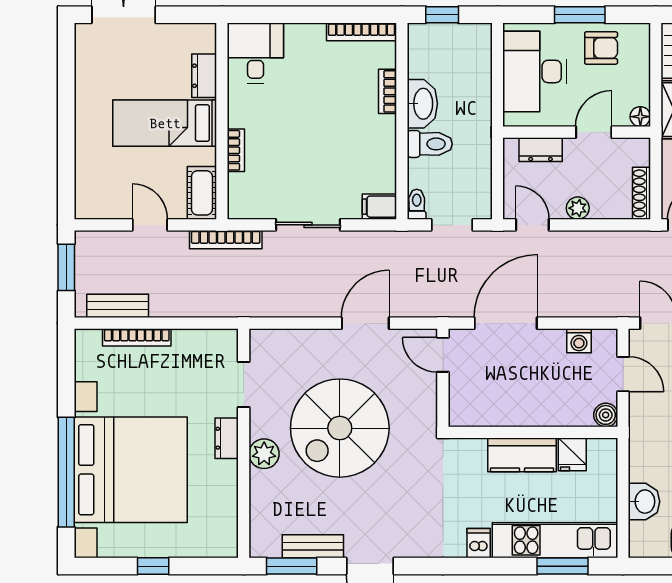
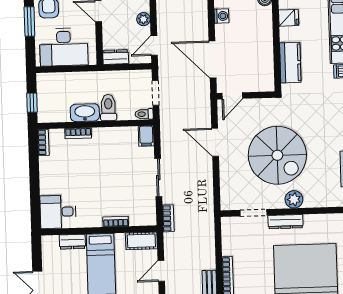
bookcase: (362, 32) -> (43, 142), width x0.64
dresser: (541, 150) -> (116, 57), moved, turned -90
bookcase: (226, 240) -> (168, 218), width x0.64
dresser: (227, 438) -> (285, 222), width x1.44
kitchen counter: (522, 455) -> (290, 63), moved

